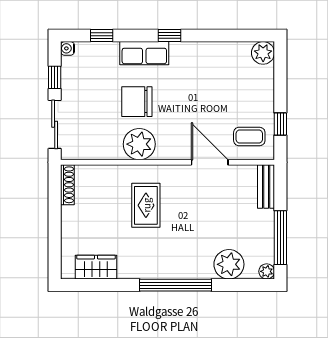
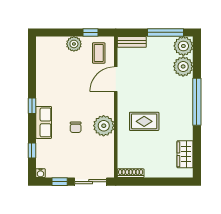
plant: (263, 53) -> (74, 44), moved
chair: (137, 102) -> (76, 127), width x0.54, depth x0.54
plant: (267, 271) -> (183, 46), width x1.87, depth x1.87

